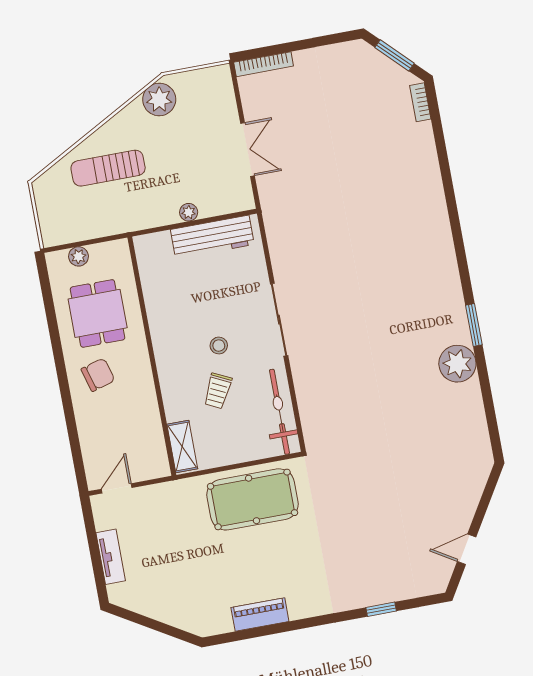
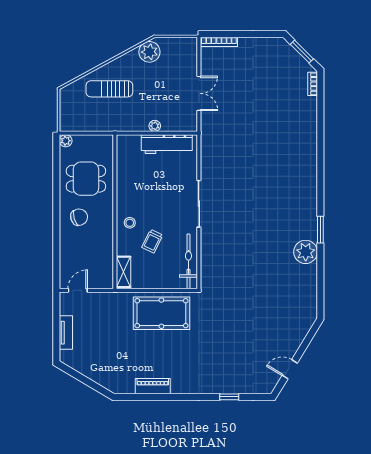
plant: (79, 256) -> (66, 141), moved
dining table: (98, 313) -> (86, 179), turned 90
stool: (219, 346) -> (130, 223), moved

